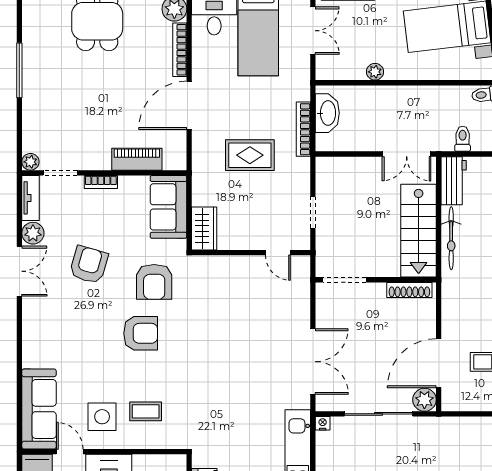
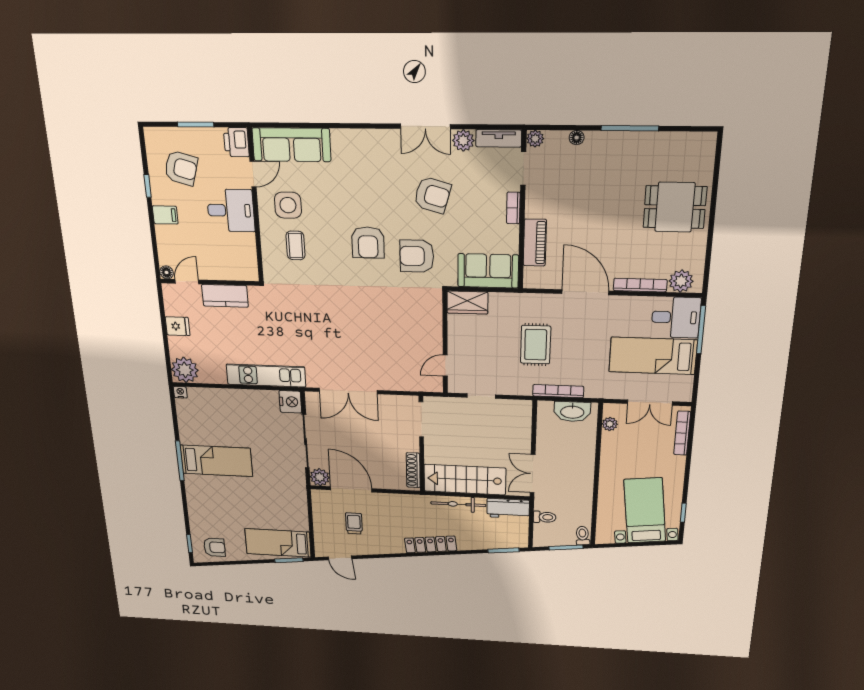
plant: (375, 72) -> (610, 424), moved
floor lamp: (29, 121) -> (577, 138), added
nightstand: (323, 423) -> (290, 402), width x1.89, depth x1.79

